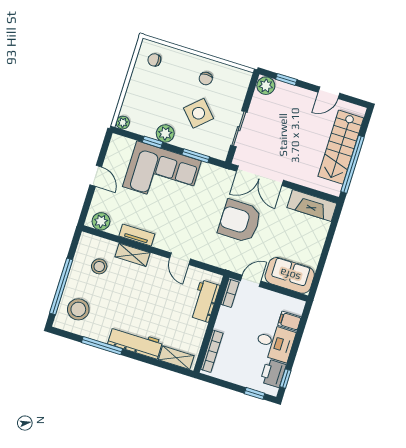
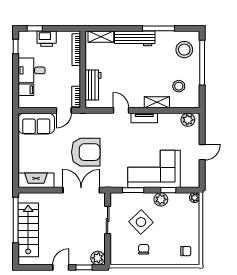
door: (329, 93) -> (61, 267), moved
door: (96, 176) -> (202, 152), swing flipped
tv unit: (137, 235) -> (144, 118), moved
printer: (273, 373) -> (47, 39), moved, turned 90

